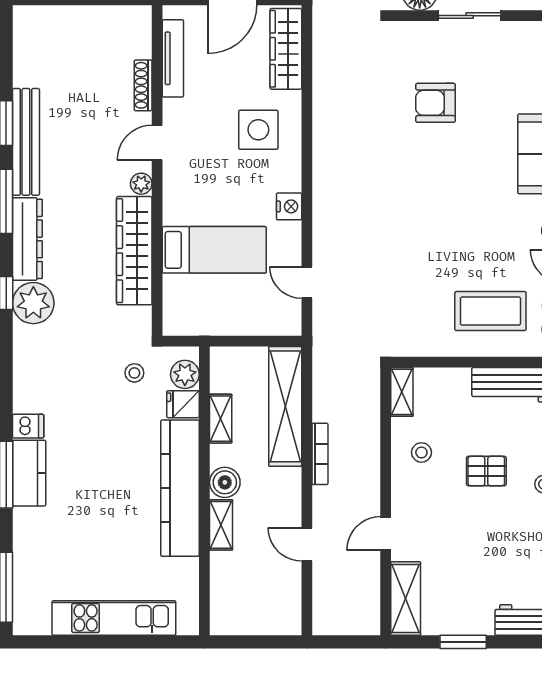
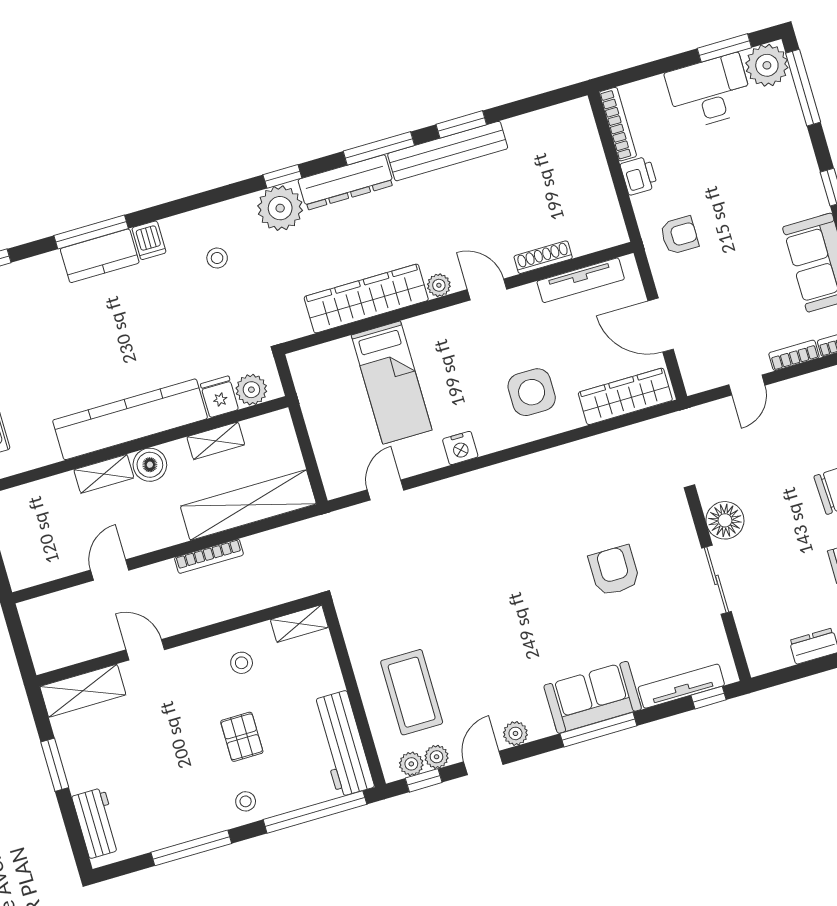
stool: (134, 373) -> (217, 258), moved

